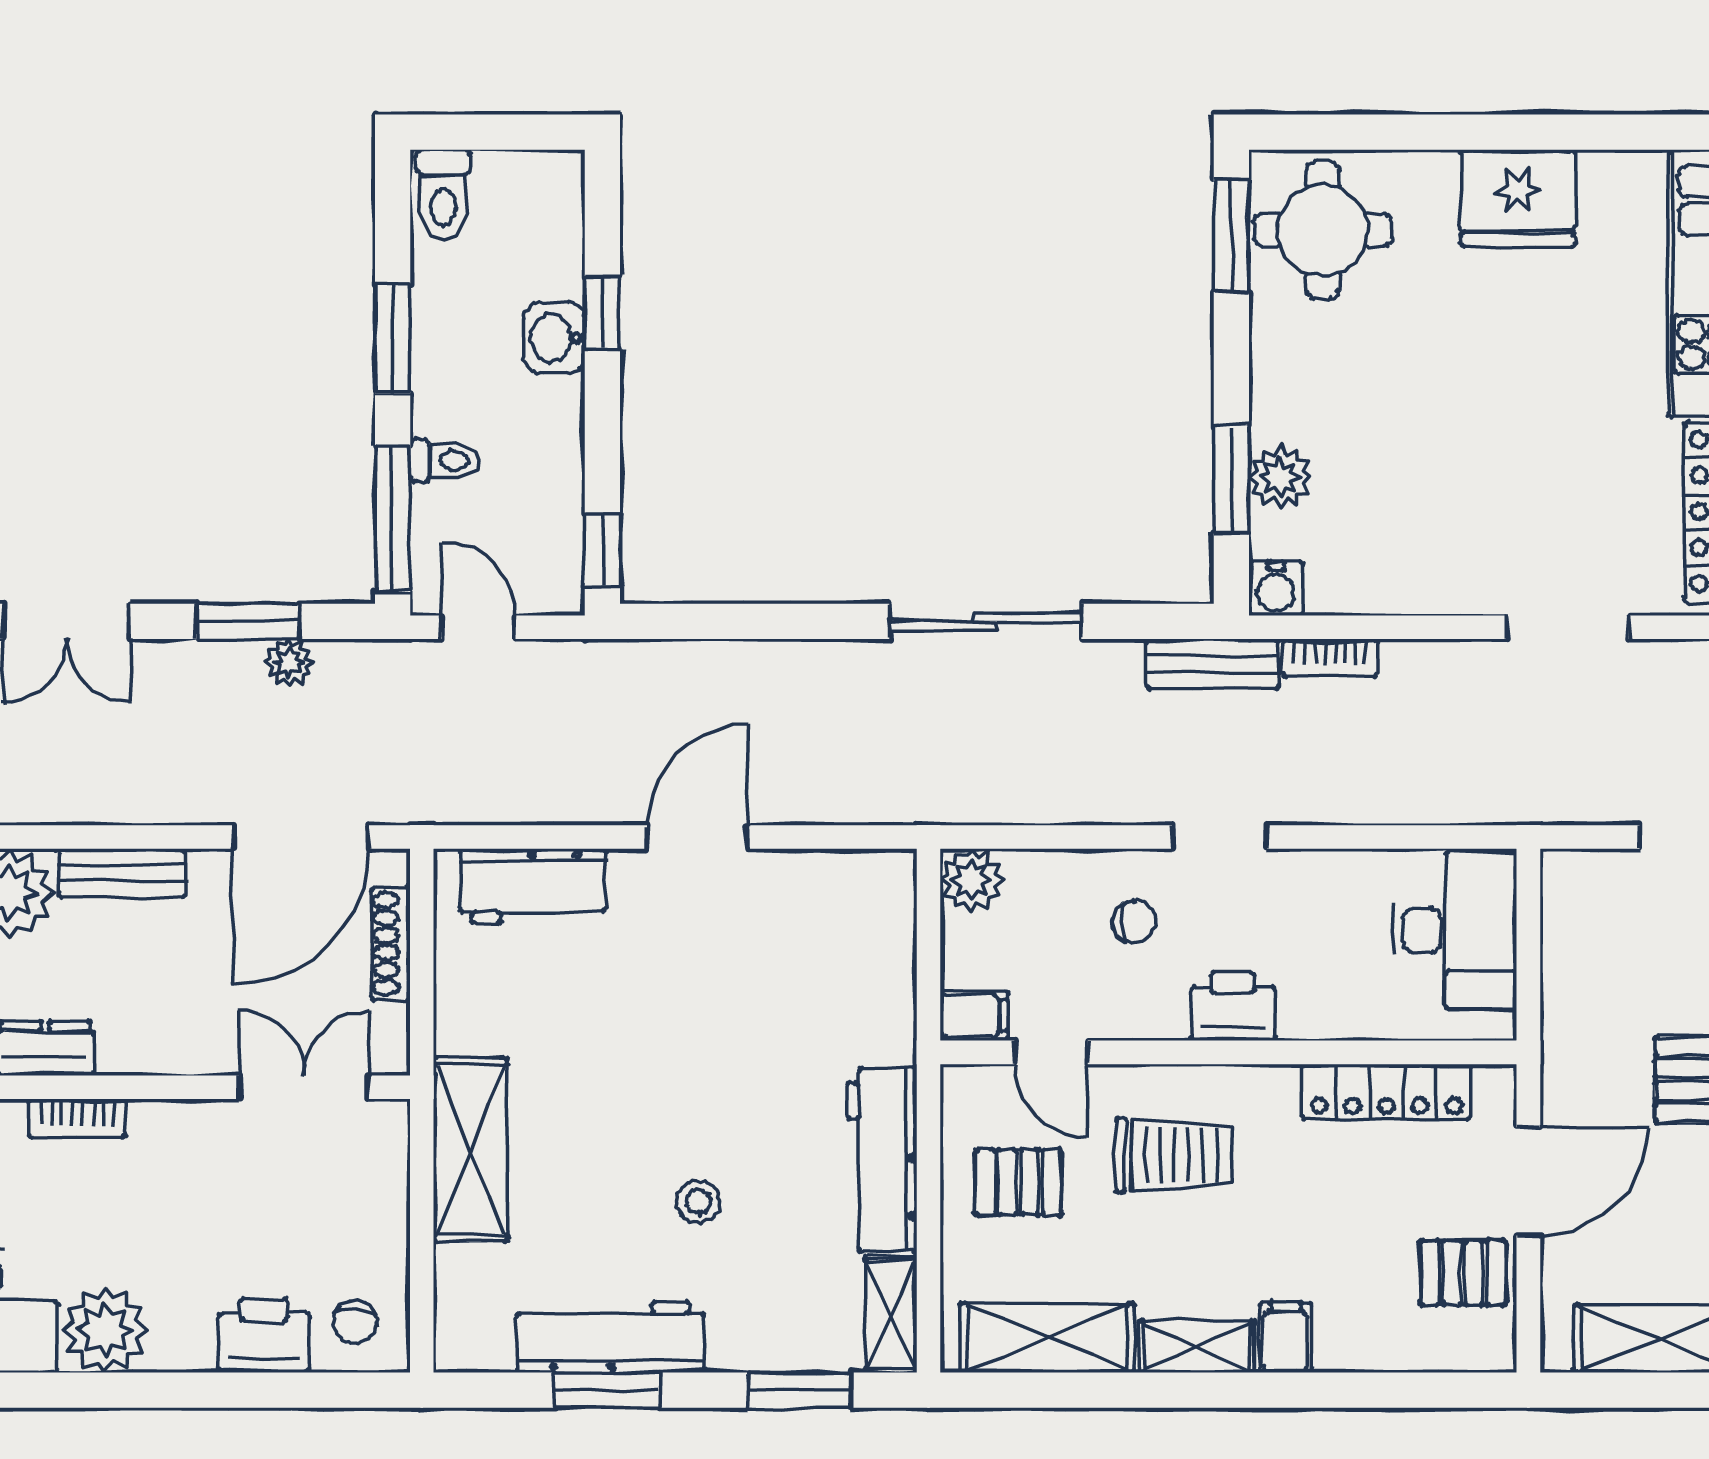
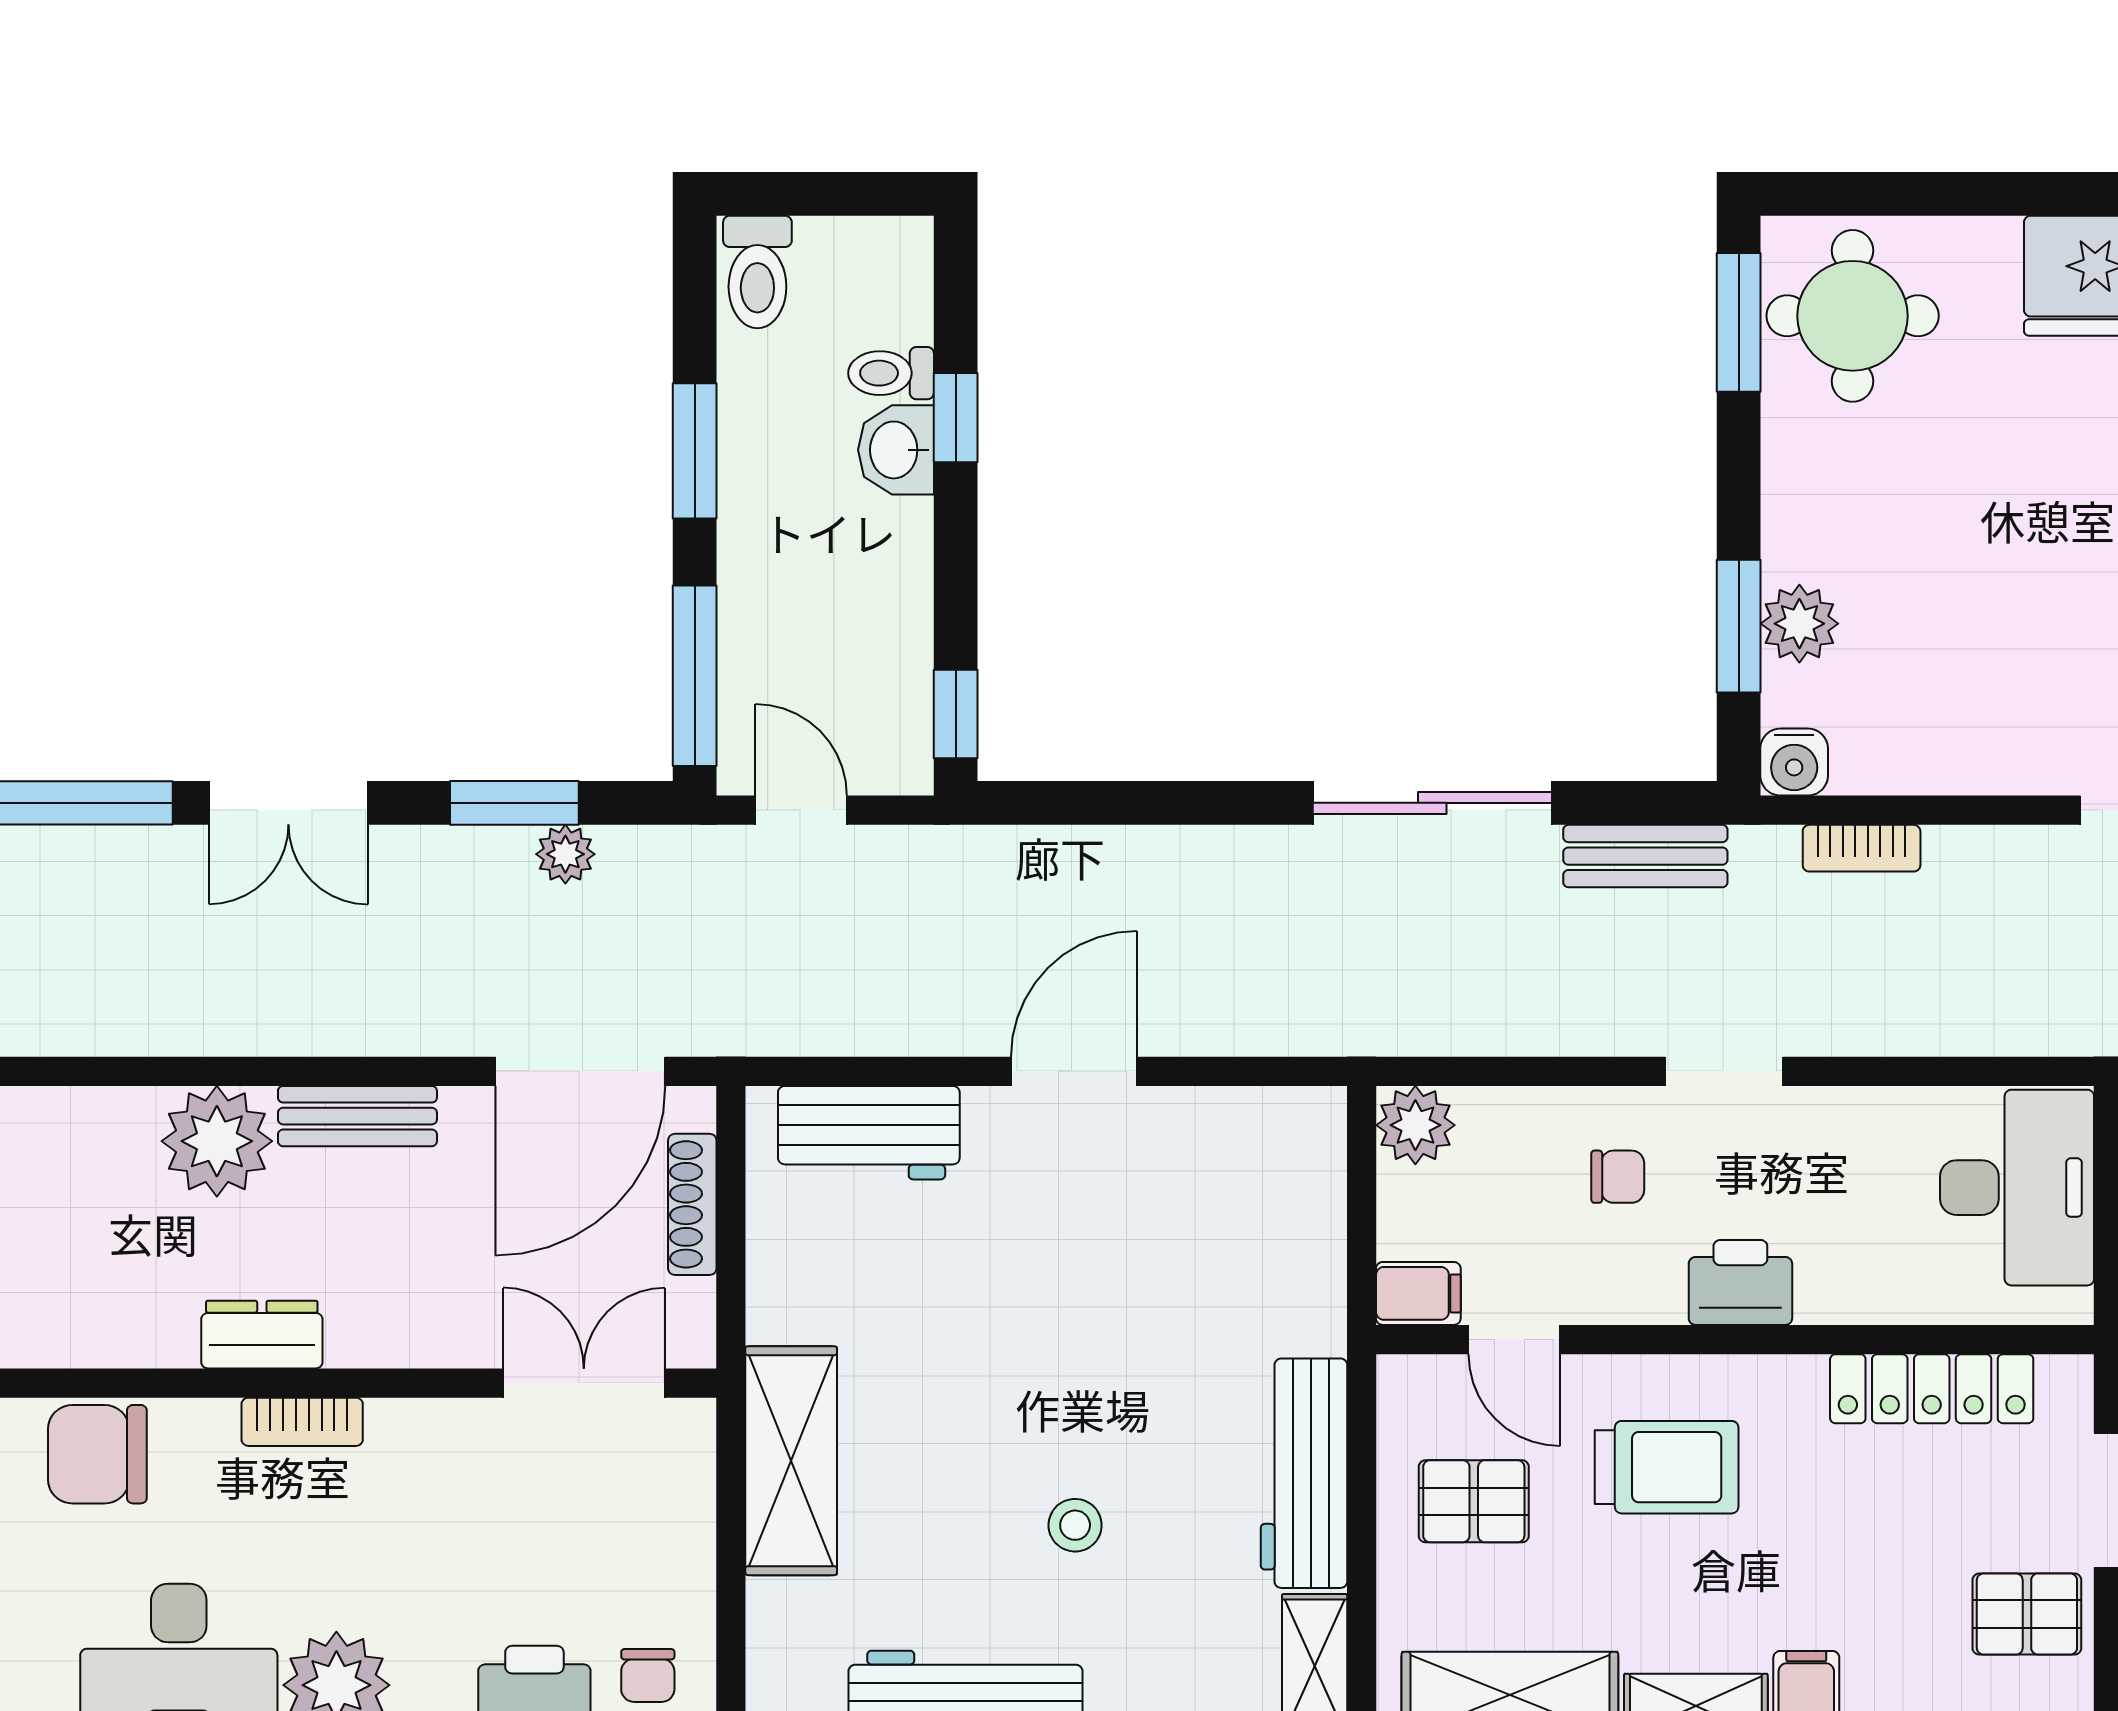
toilet: (445, 461) -> (891, 373), moved, turned 180
bench: (1212, 664) -> (1645, 856), moved

